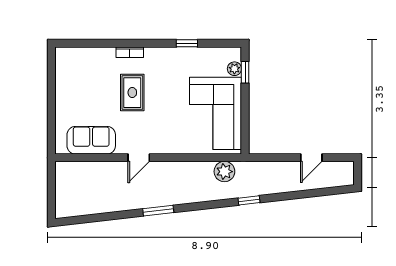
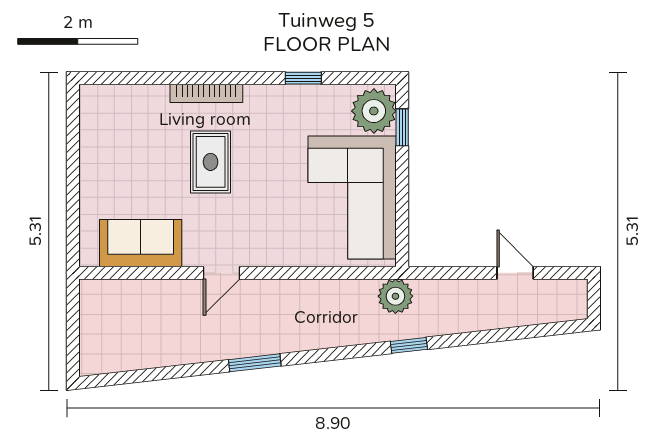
bookcase: (130, 52) -> (206, 93), width x1.56
plant: (234, 69) -> (374, 111), width x1.87, depth x1.87
door: (311, 158) -> (515, 273), swing flipped
plant: (224, 172) -> (395, 296), moved

